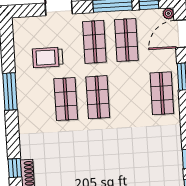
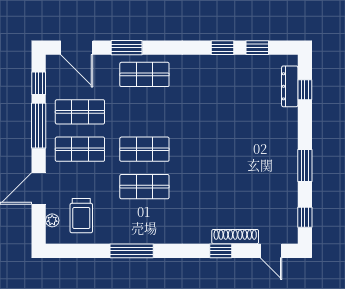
plant: (168, 13) -> (52, 220), moved
trolley: (48, 57) -> (81, 216), moved

